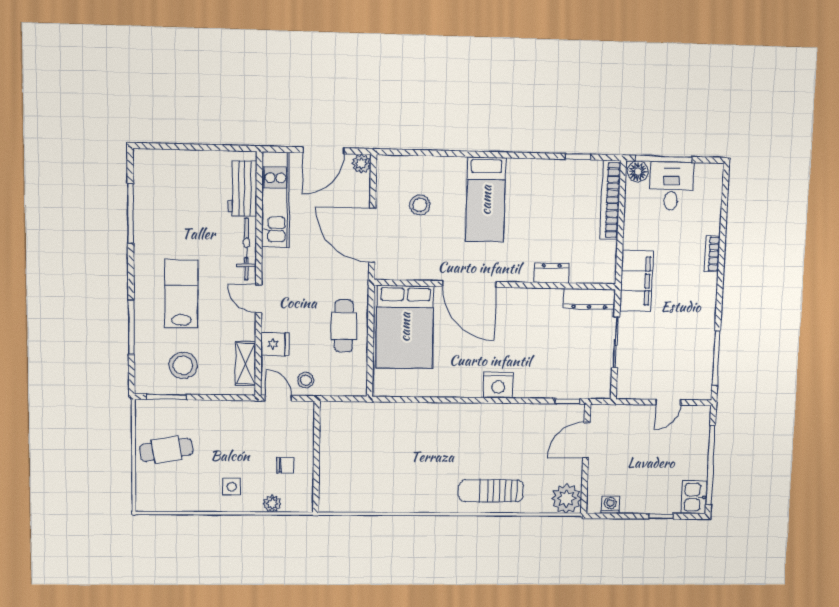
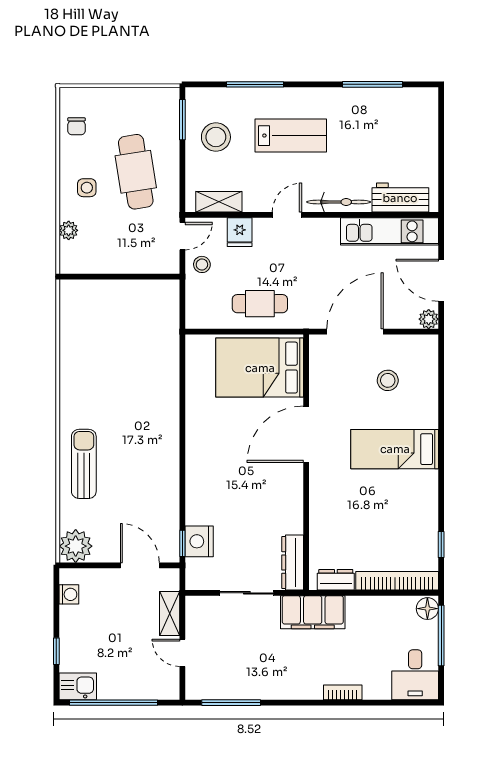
desk: (671, 186) -> (415, 675), moved, turned 90
dresser: (551, 273) -> (336, 580), moved, turned -90
nightstand: (498, 385) -> (199, 541), moved
shelving: (632, 414) -> (170, 613), added
cafe table: (166, 450) -> (136, 172), moved, width x1.37, depth x1.35
chair: (285, 465) -> (76, 126), moved

